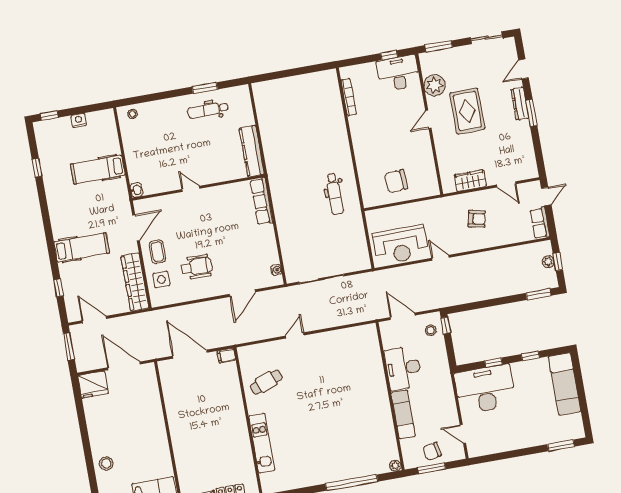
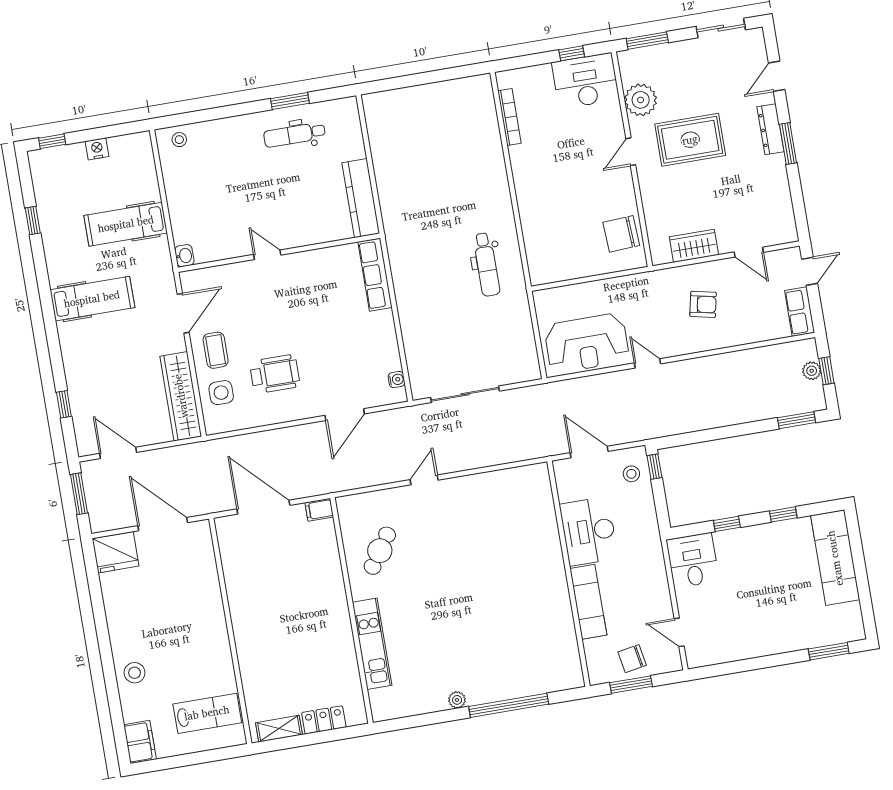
rug: (467, 111) -> (690, 140), turned 90
chair: (396, 181) -> (621, 234), moved
hospital bed: (82, 247) -> (92, 299), moved
cafe table: (266, 382) -> (380, 551), turned -35
desk: (485, 389) -> (693, 560), width x0.53, depth x0.77
plant: (395, 466) -> (457, 700), moved

